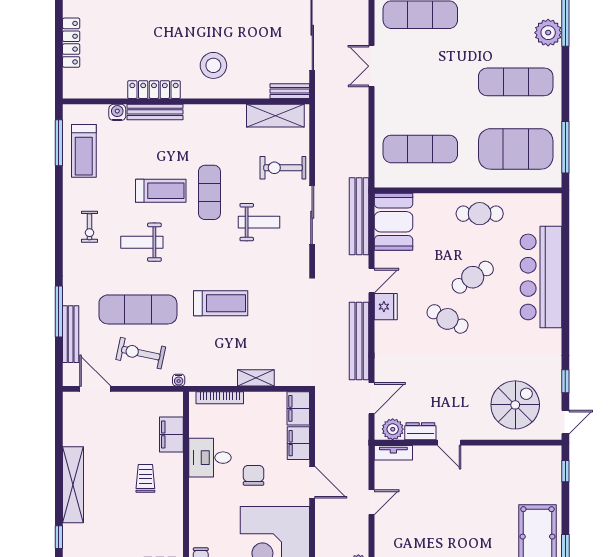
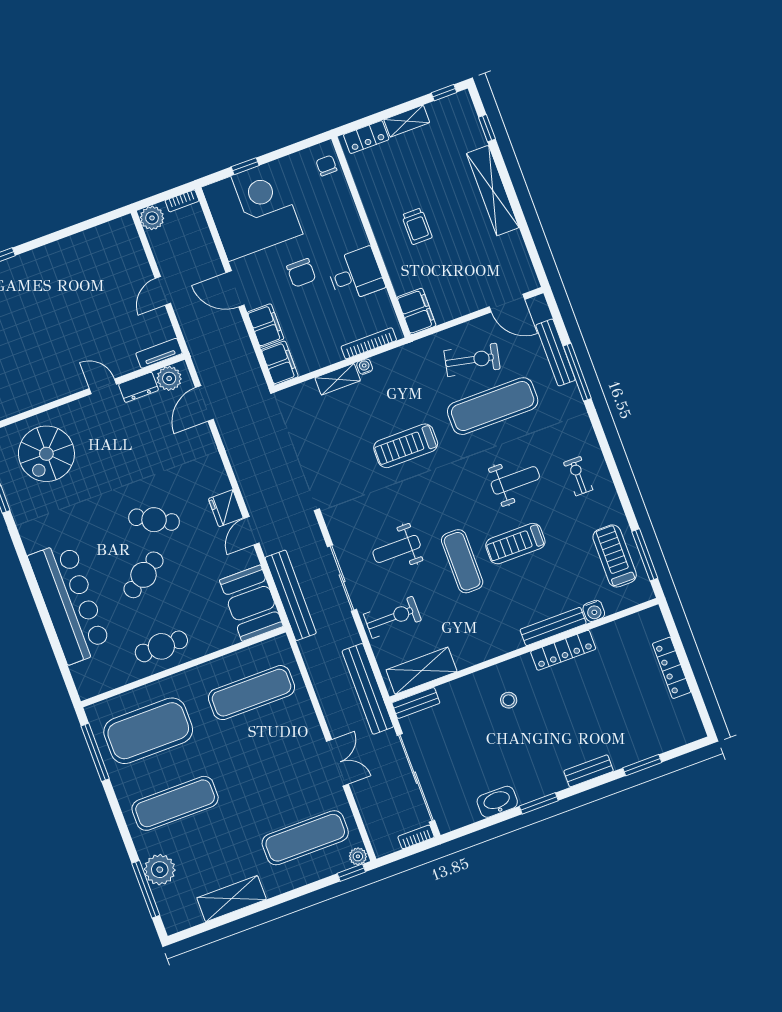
stool: (213, 65) -> (509, 700), width x0.53, depth x0.53
bench: (359, 341) -> (368, 689), moved
water cooler: (179, 380) -> (365, 367), moved
filing cabinet: (171, 434) -> (416, 311), moved

